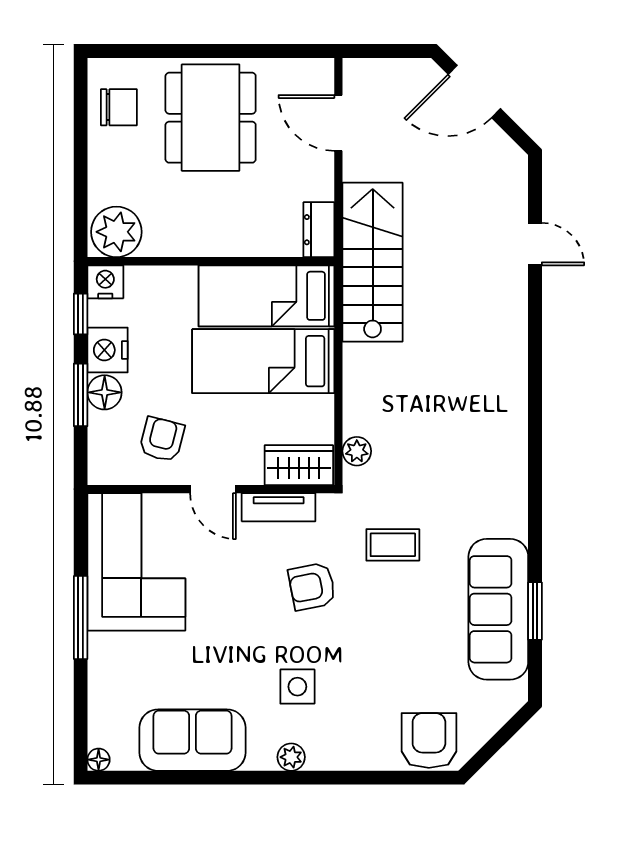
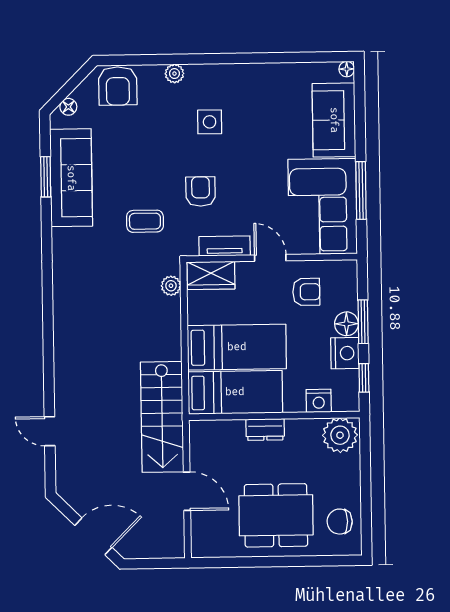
dining table: (211, 118) -> (276, 515), turned 90
door: (338, 123) -> (187, 491), moved
dresser: (319, 230) -> (265, 430), moved, turned 90
nightstand: (105, 282) -> (319, 401), moved
armchair: (162, 439) -> (306, 292), turned -104
armchair: (312, 586) -> (201, 191), turned -79
window: (81, 617) -> (361, 190), moved
floor lamp: (501, 712) -> (68, 107), added
sofa: (193, 740) -> (334, 120), moved, turned 90
plant: (291, 757) -> (174, 74), moved

